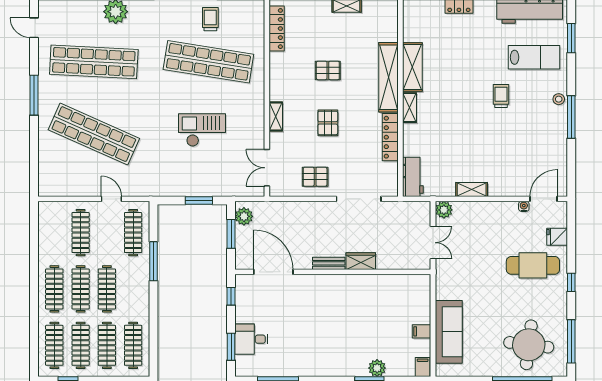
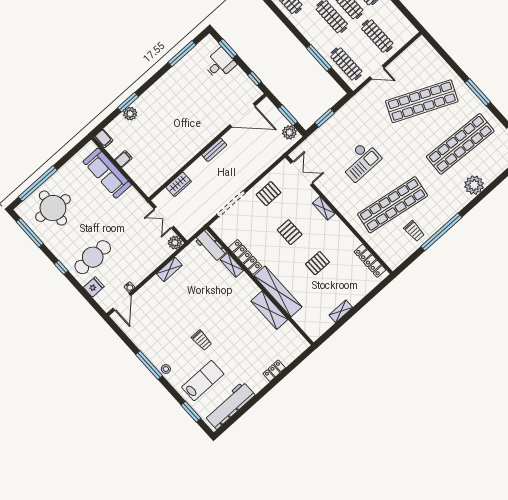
lab bench: (534, 57) -> (203, 381), turned 180
shelving: (409, 108) -> (232, 265), moved
wardrobe: (361, 261) -> (179, 184), moved

